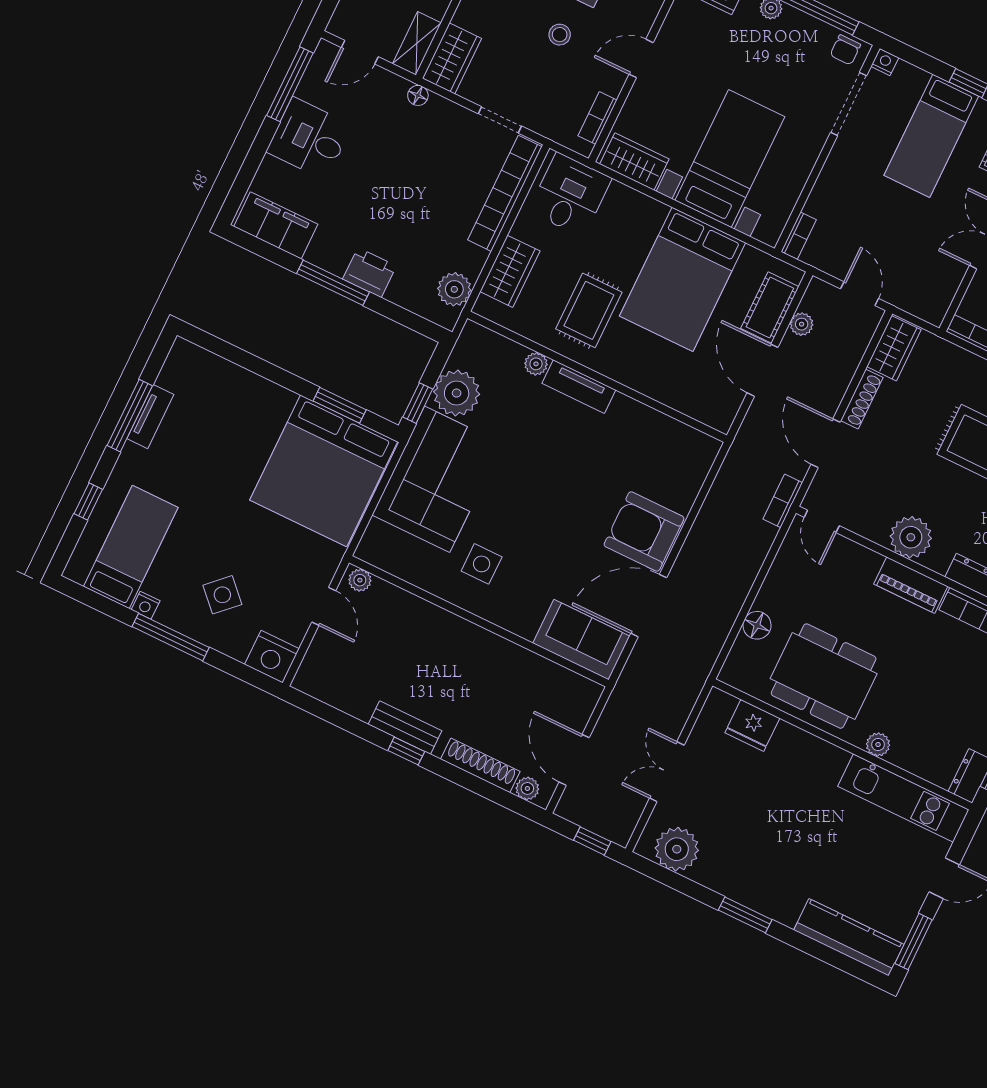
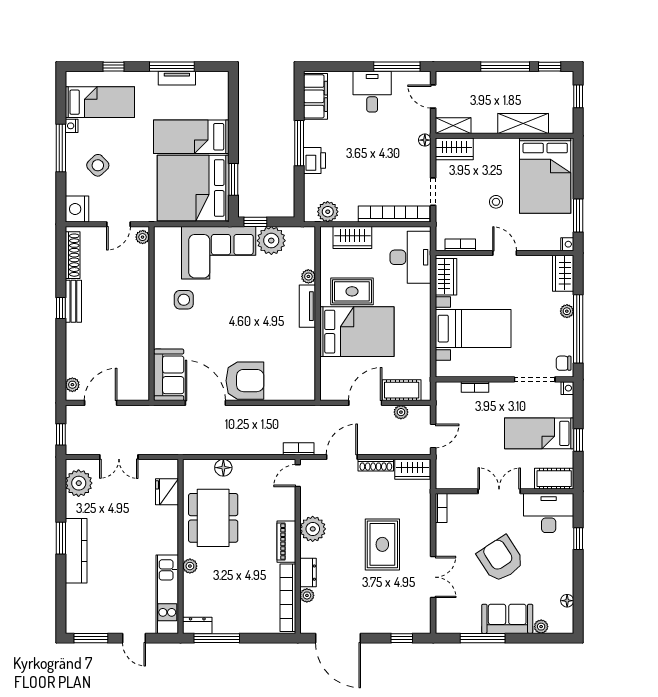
desk: (570, 195) -> (411, 257), width x1.37
bookcase: (799, 236) -> (475, 387), moved
bed: (683, 279) -> (357, 332), moved, turned 180
bed: (247, 437) -> (191, 137), added
armchair: (644, 531) -> (245, 381), turned 90
shoe rack: (480, 765) -> (73, 255), moved
double door: (667, 772) -> (119, 457), swing flipped
kitchen counter: (849, 937) -> (76, 551), moved

